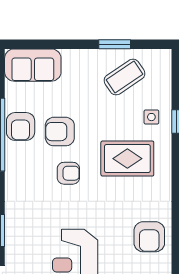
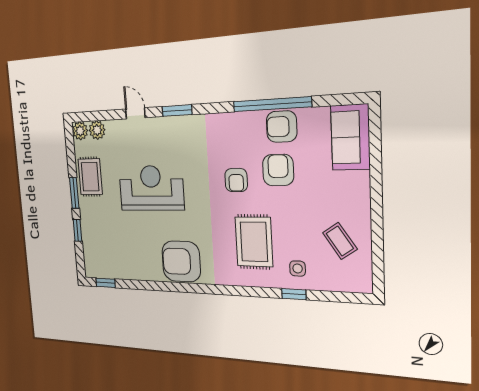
window: (115, 44) -> (377, 231), removed
coffee table: (125, 77) -> (340, 241), width x0.73, depth x0.77
armchair: (149, 237) -> (181, 261), width x1.36, depth x1.36

